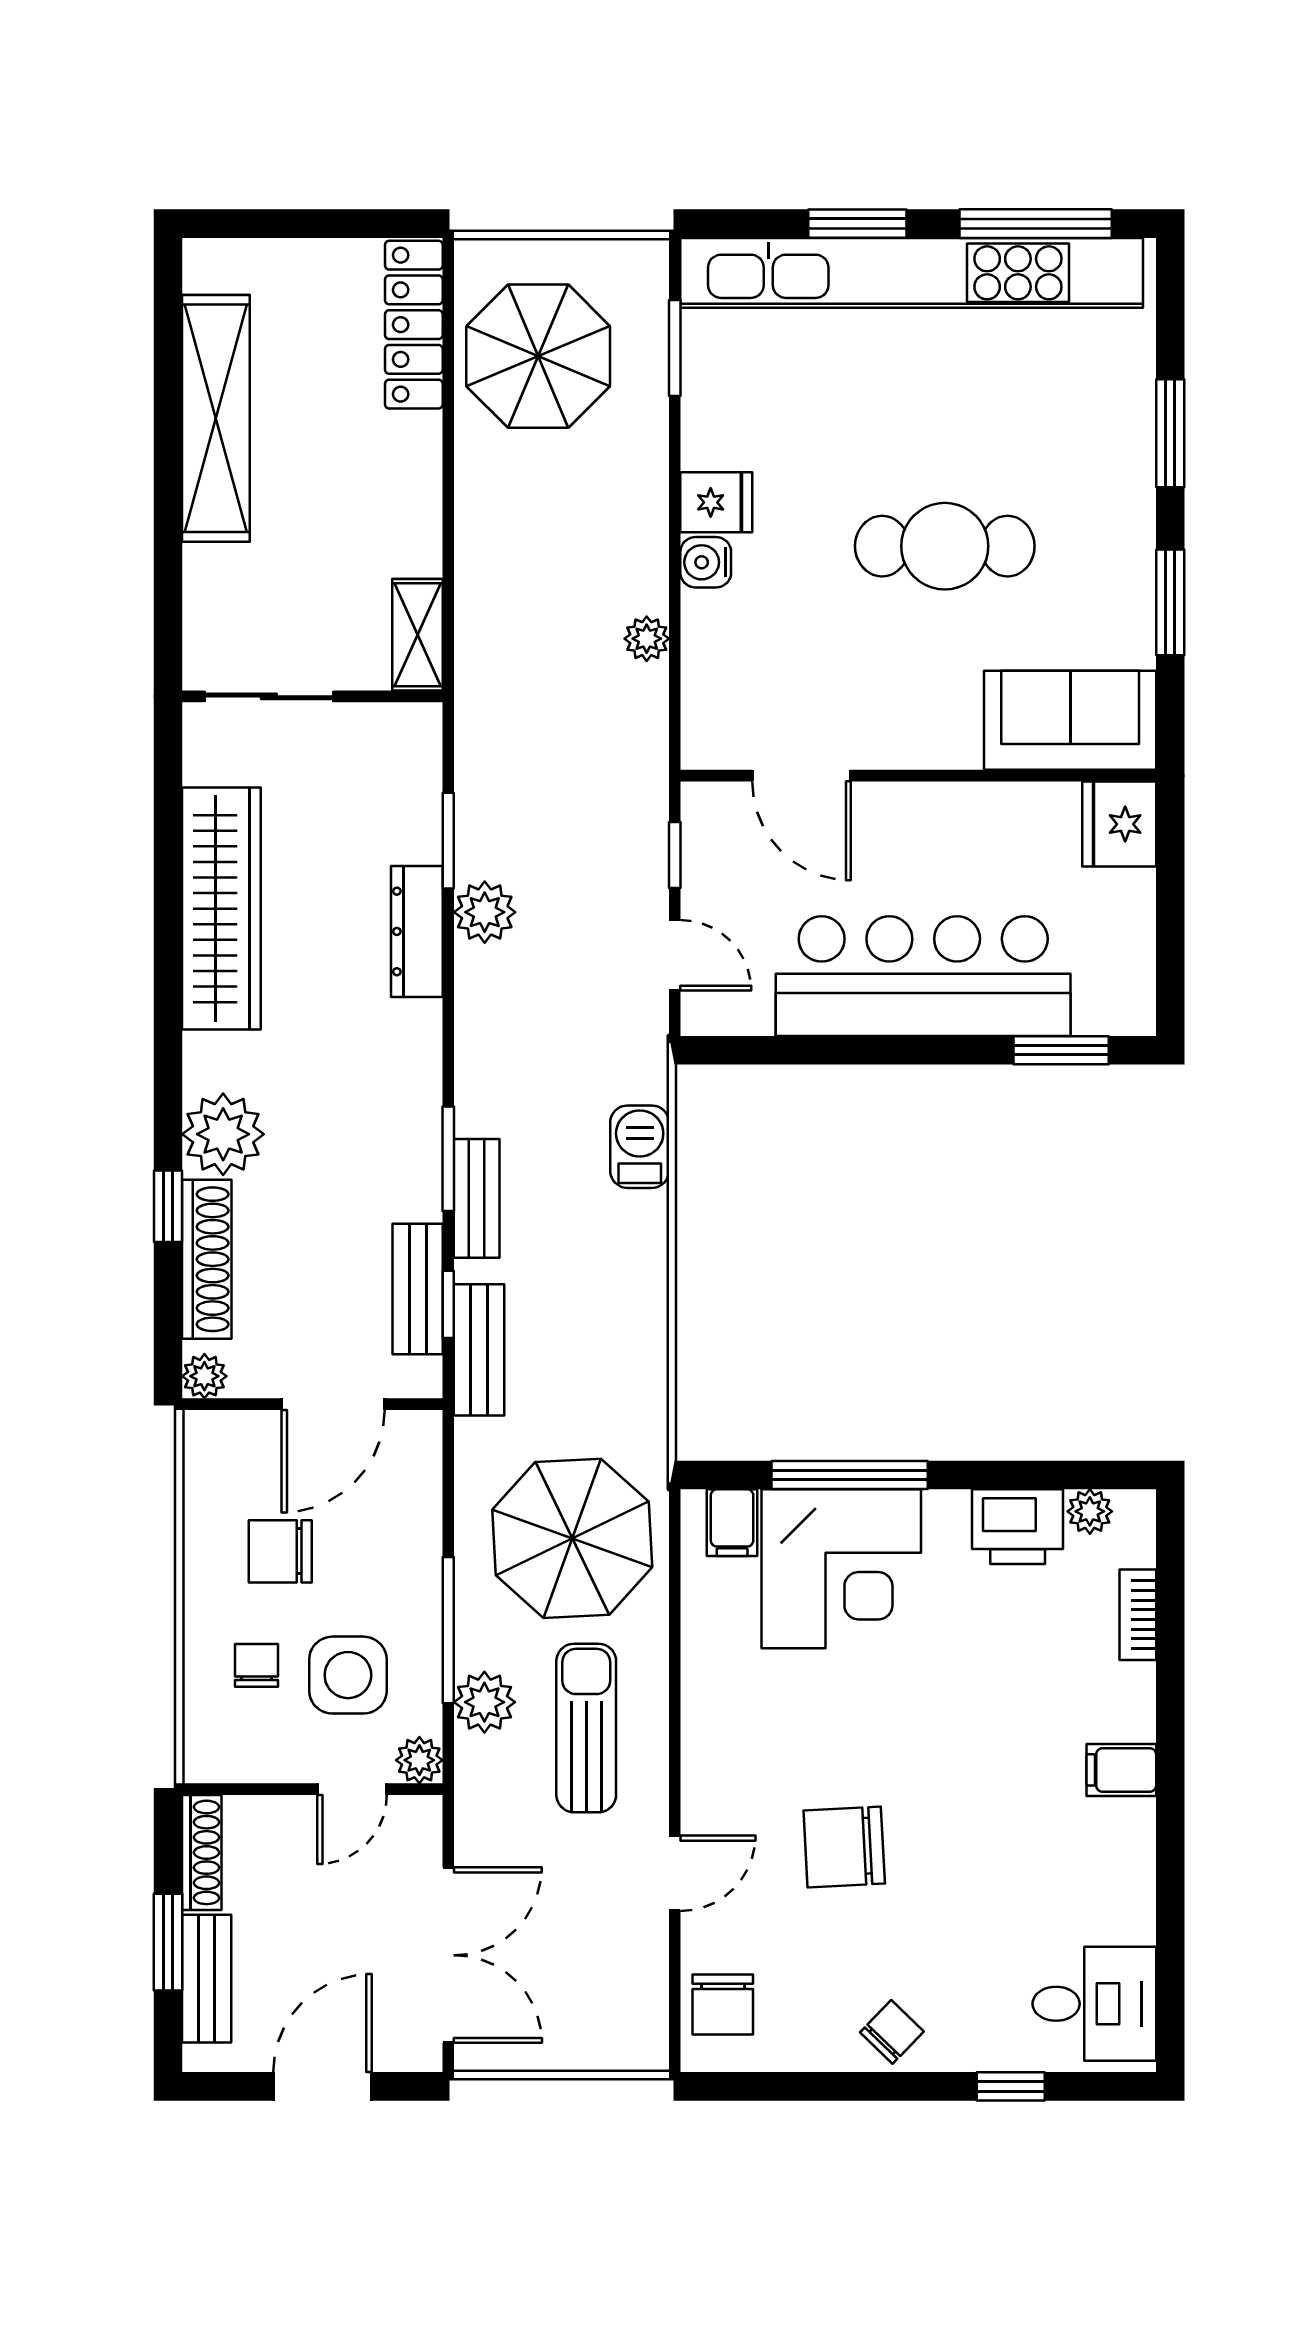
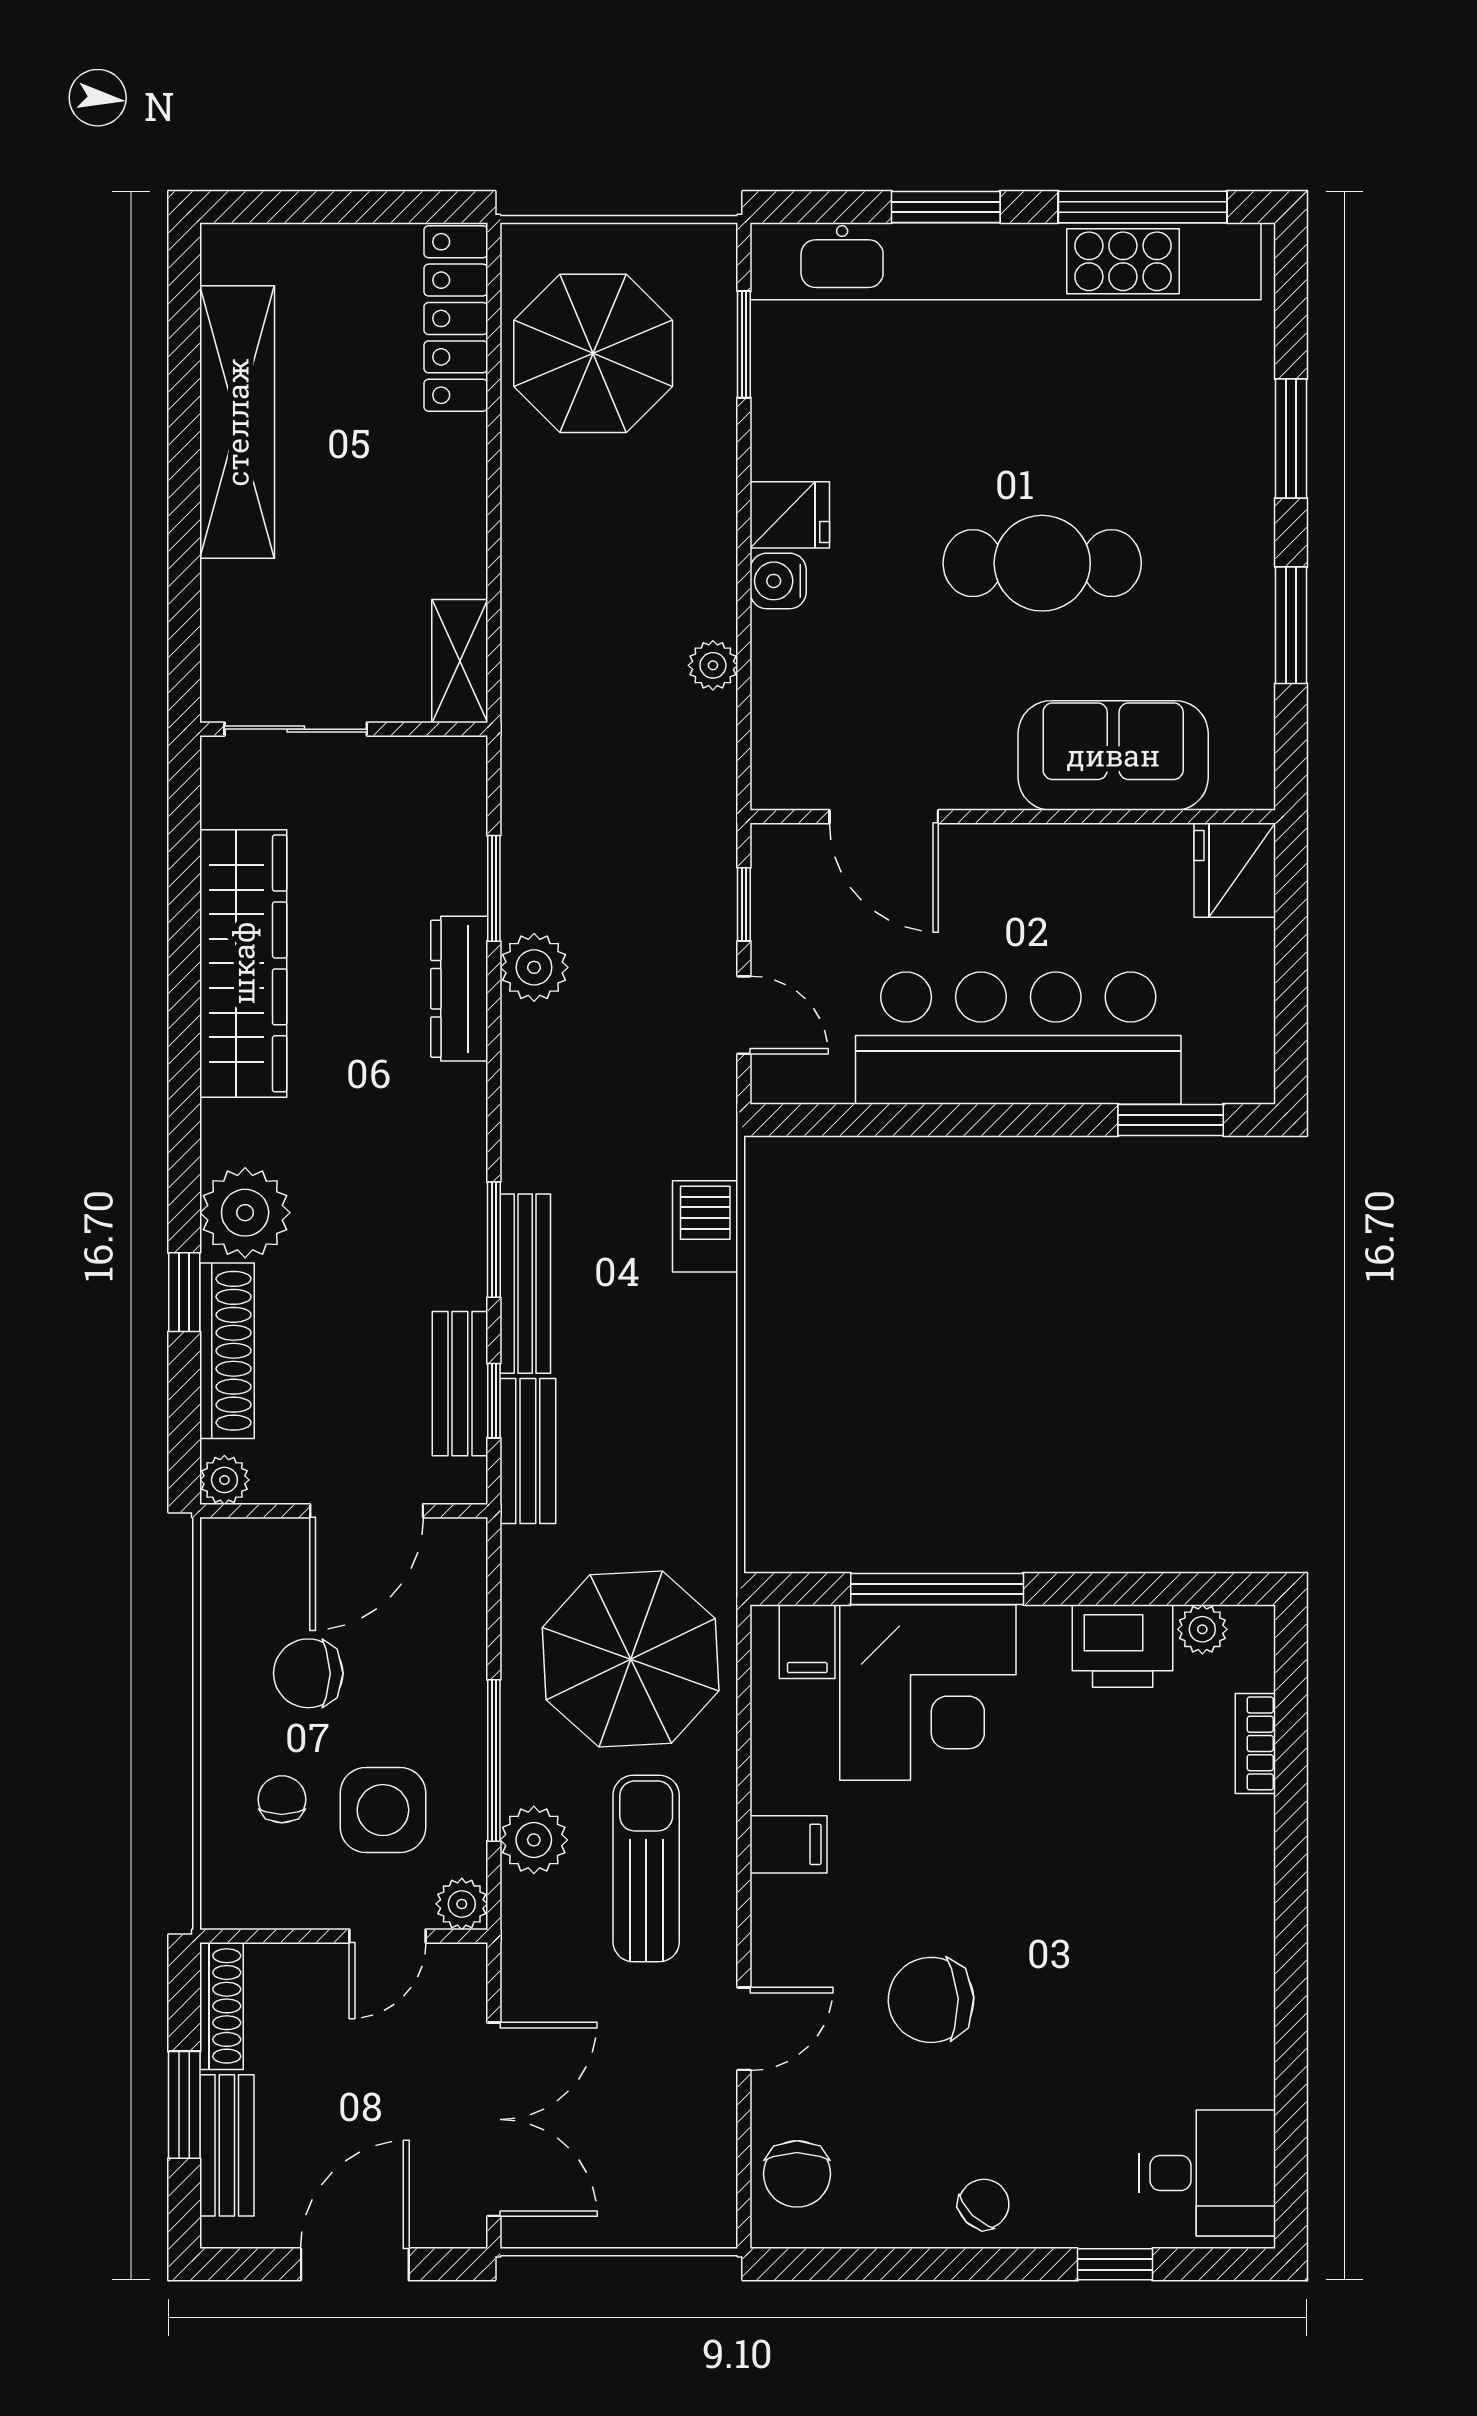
sofa: (1070, 720) -> (1113, 755), moved
bench: (477, 1198) -> (525, 1284), width x1.36
filing cabinet: (1121, 1770) -> (789, 1844), moved, turned 180

